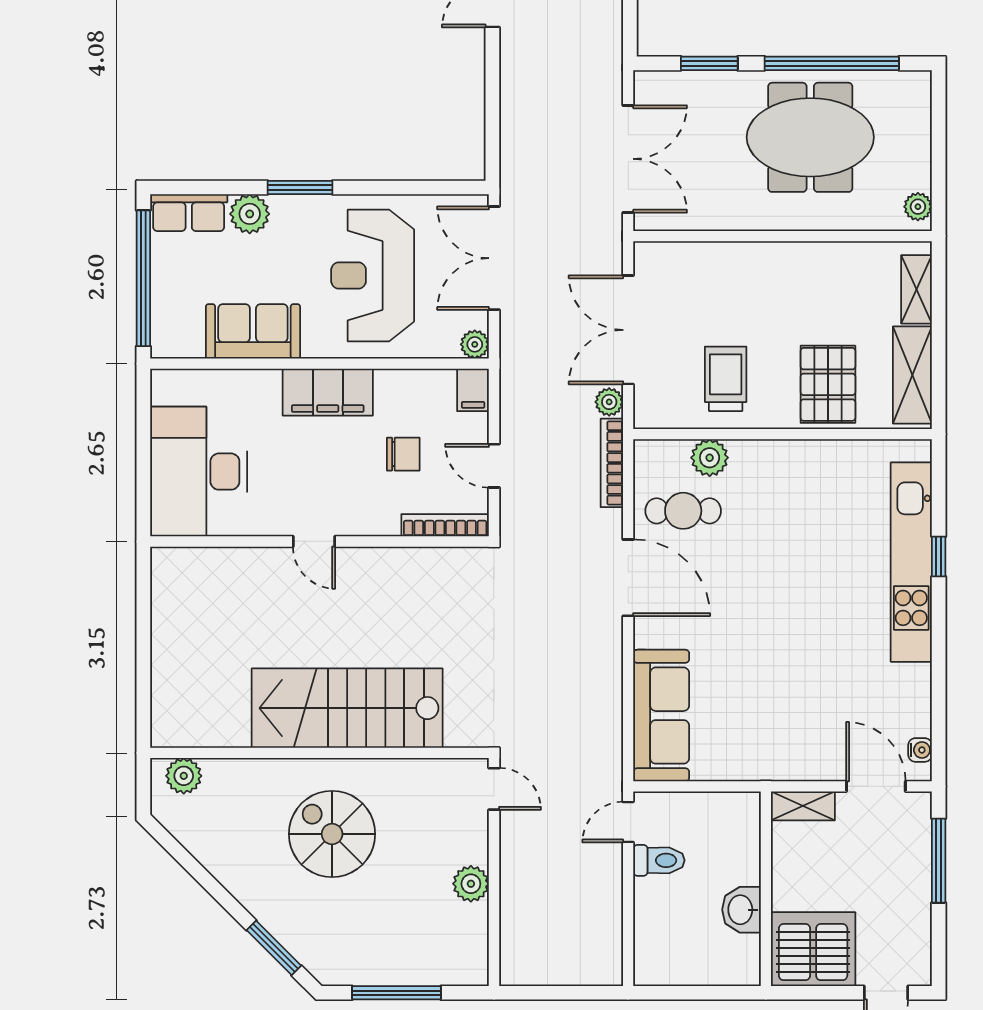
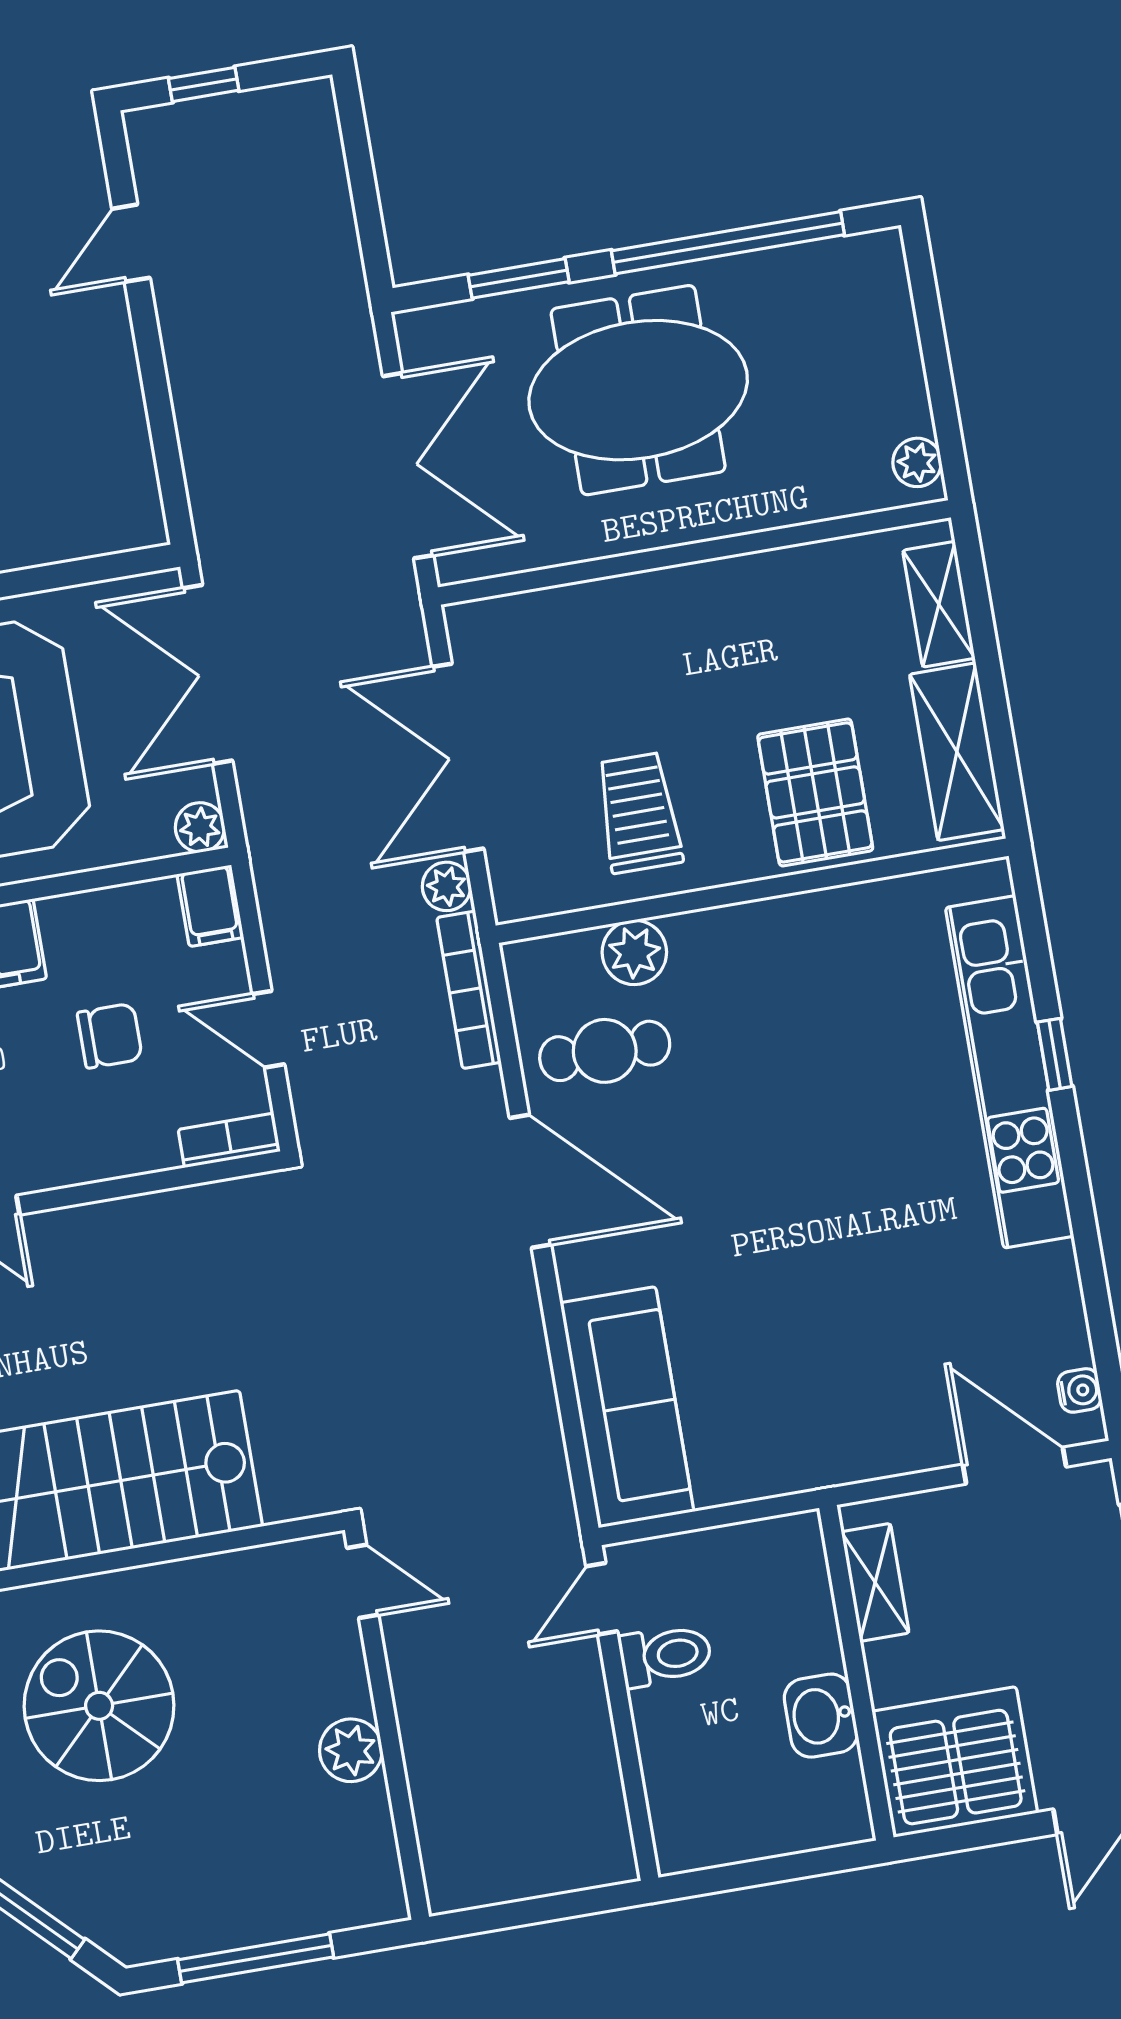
meeting table: (810, 137) -> (638, 390), moved
bookcase: (445, 525) -> (229, 1140), width x0.64
shelving: (803, 806) -> (875, 1582), moved, turned 90

